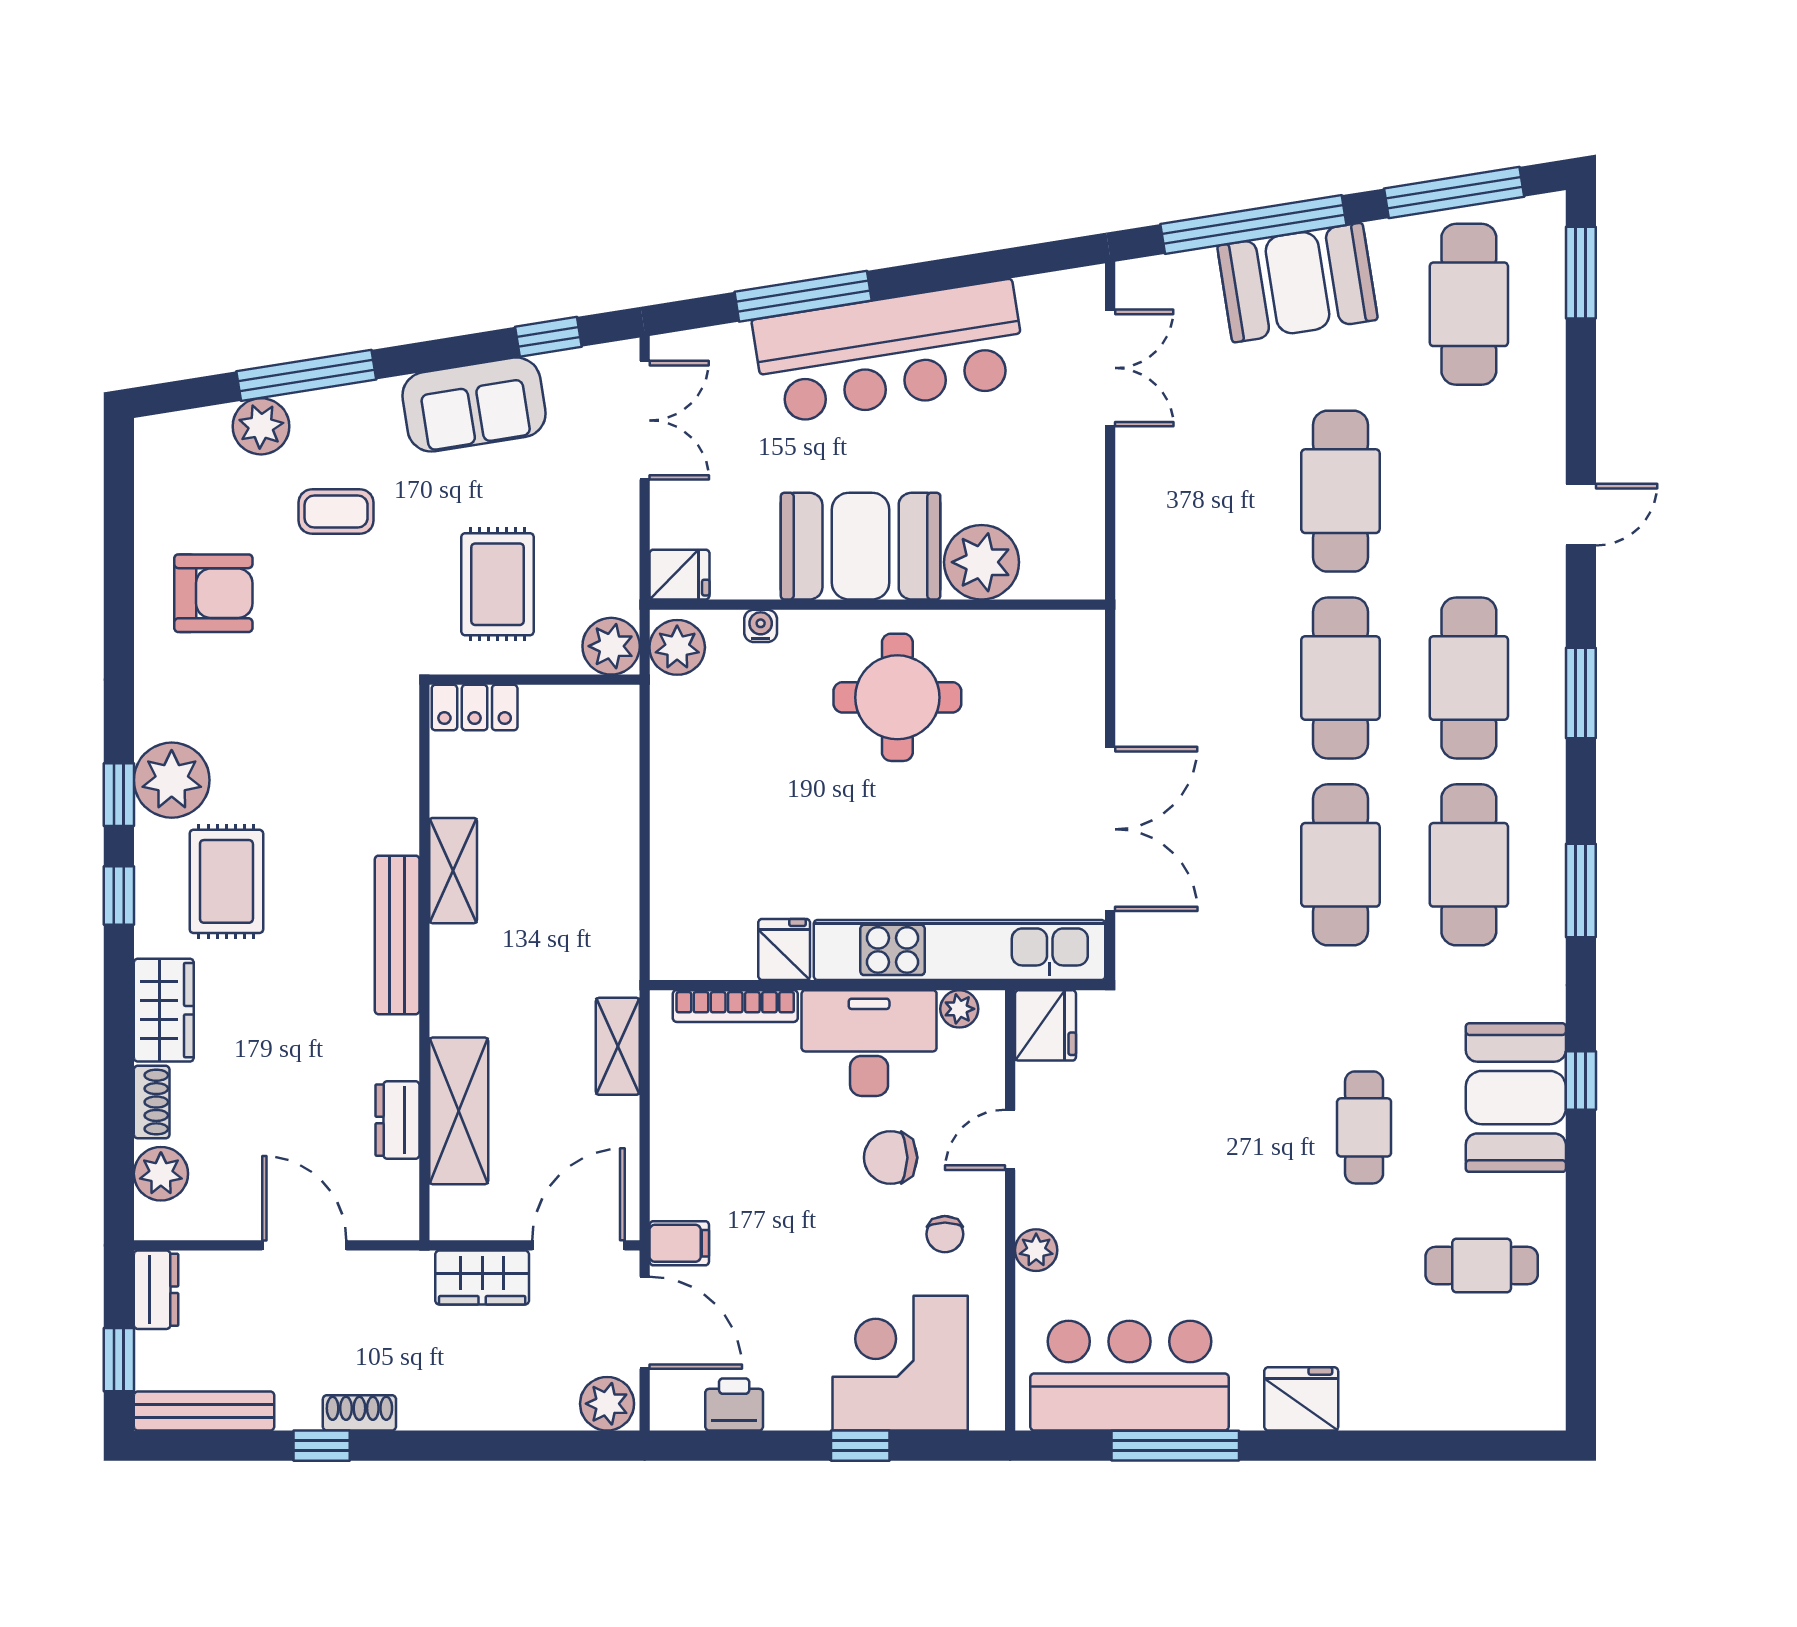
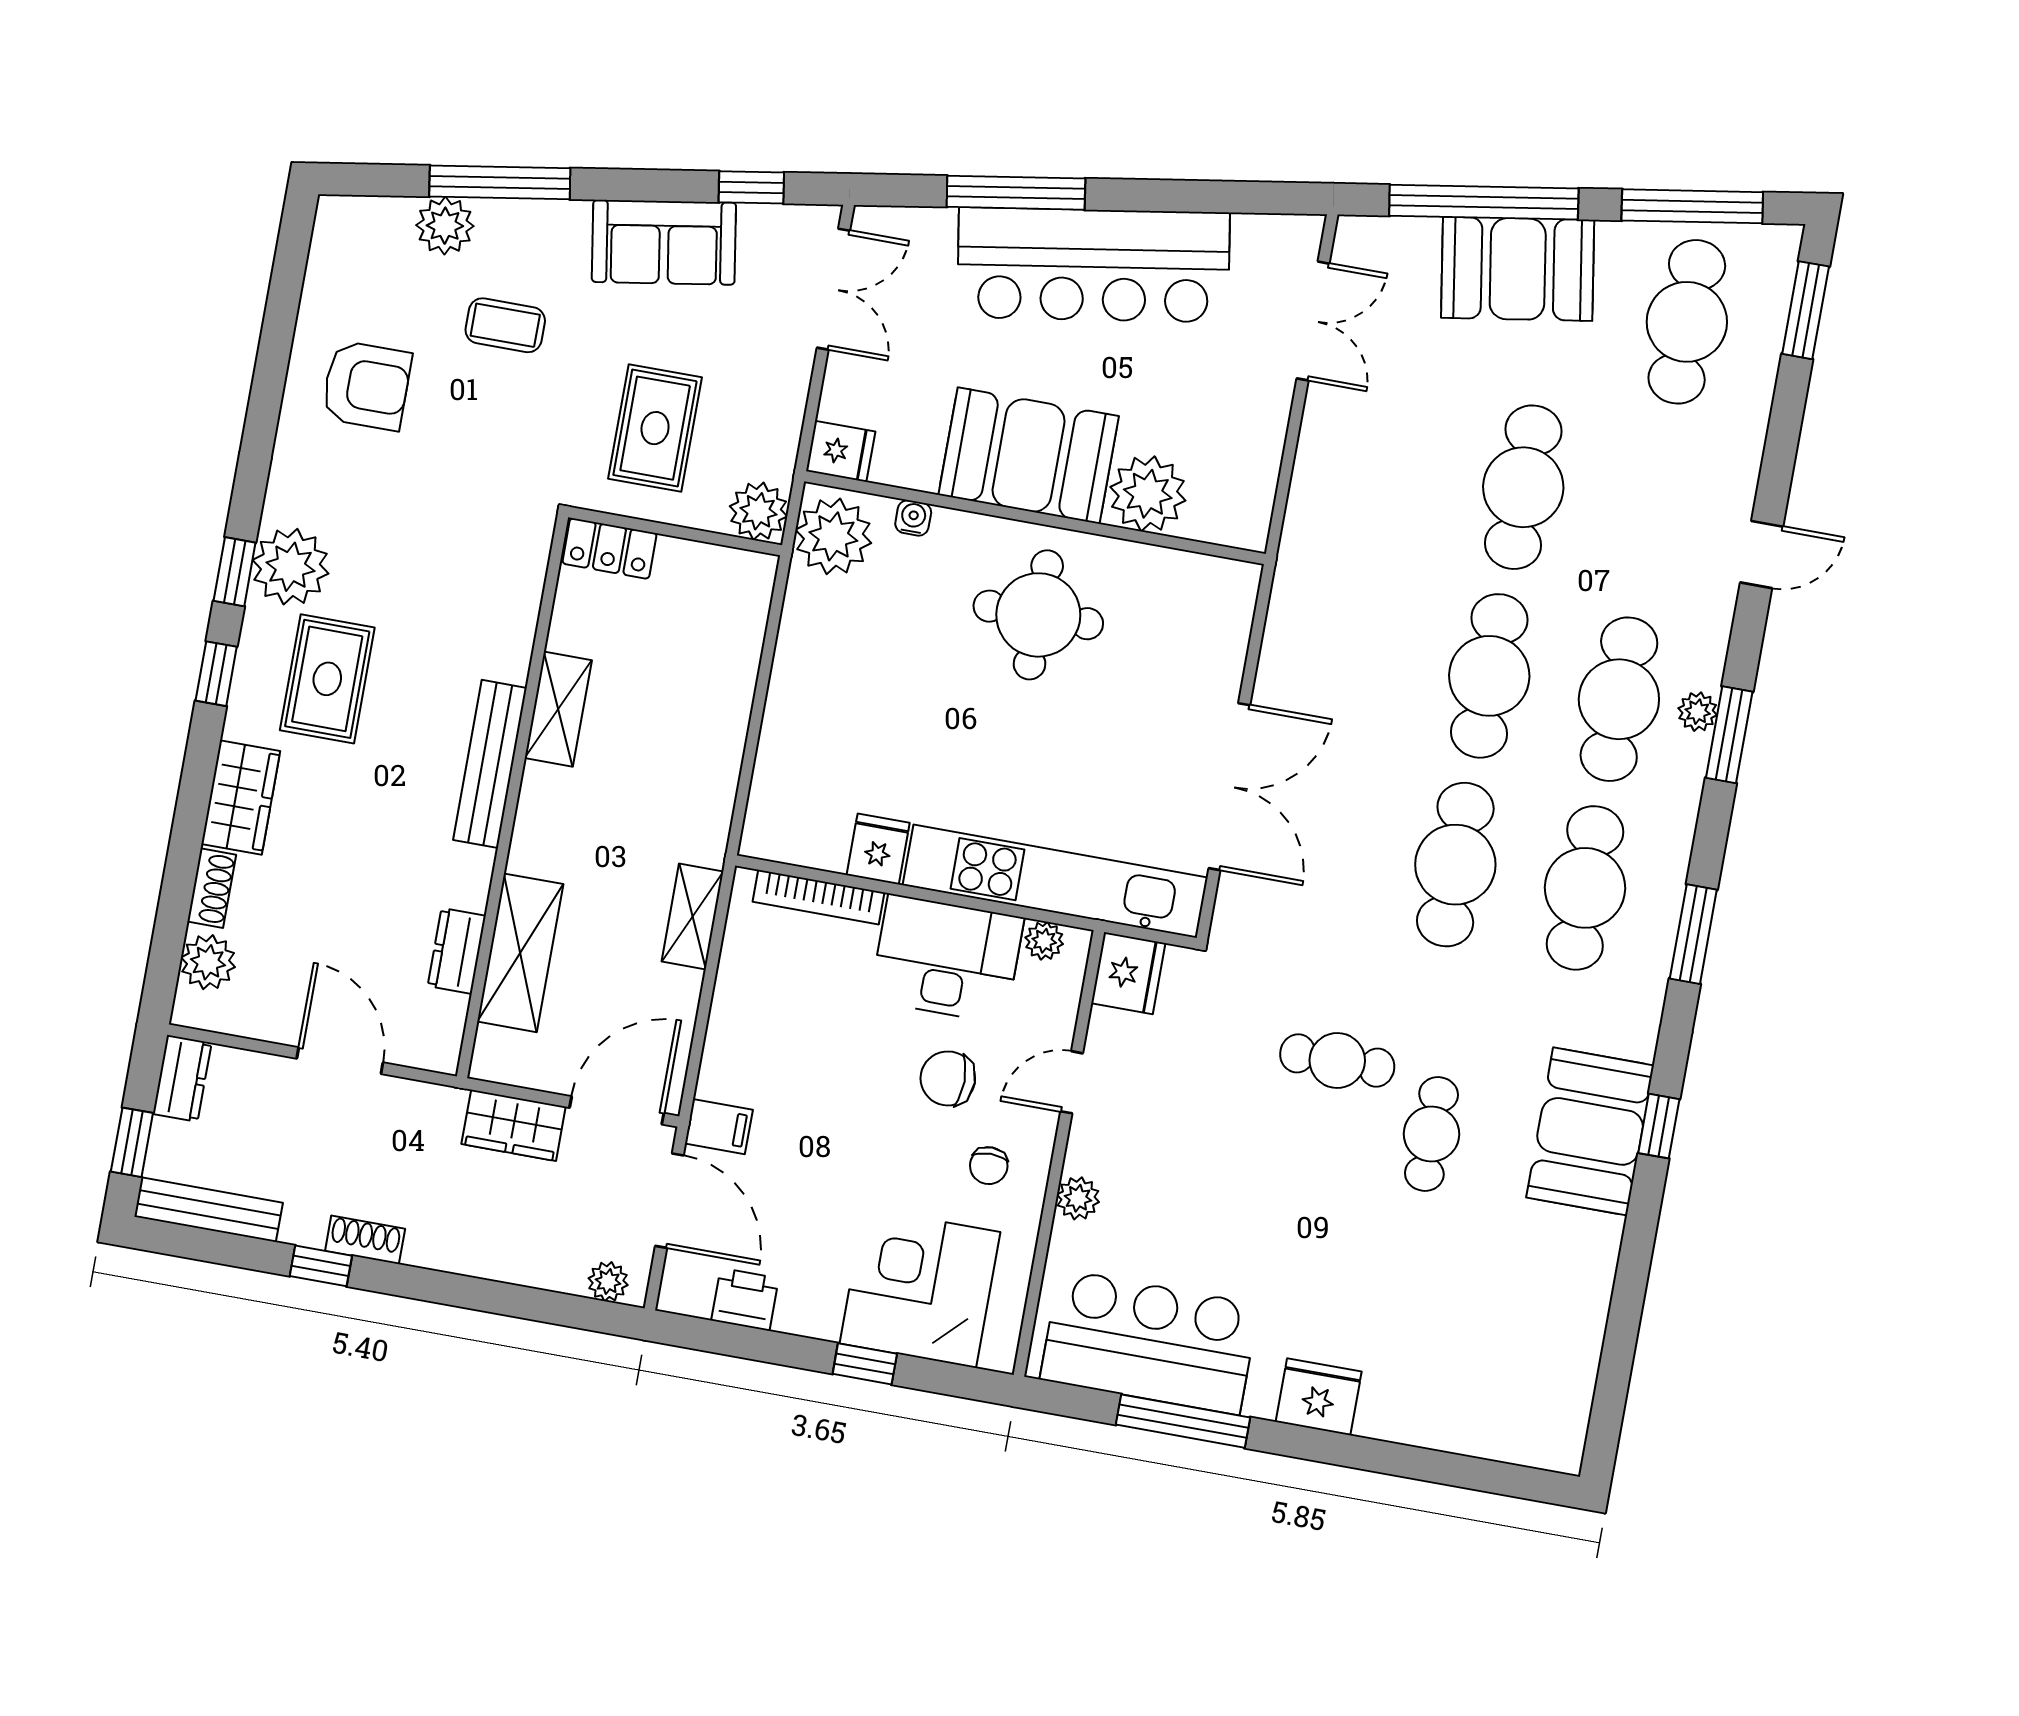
plant: (677, 647) -> (833, 536), width x1.36, depth x1.36
plant: (1546, 676) -> (1698, 712), added
cafe table: (1482, 1265) -> (1337, 1060), moved
plant: (607, 1404) -> (608, 1282), width x0.73, depth x0.73

